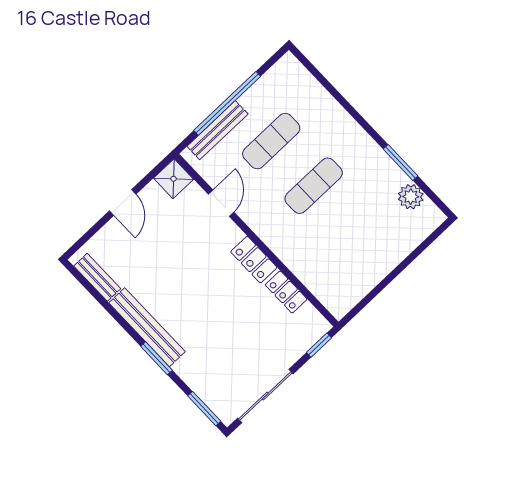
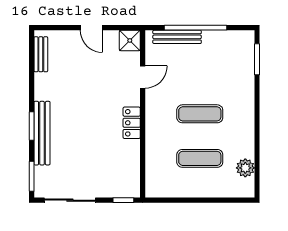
exercise mat: (271, 141) -> (200, 158), moved
window: (401, 162) -> (257, 59), moved
door: (123, 203) -> (91, 28), hinge flipped
locker: (286, 292) -> (133, 156), removed
bench: (147, 327) -> (42, 133), moved

